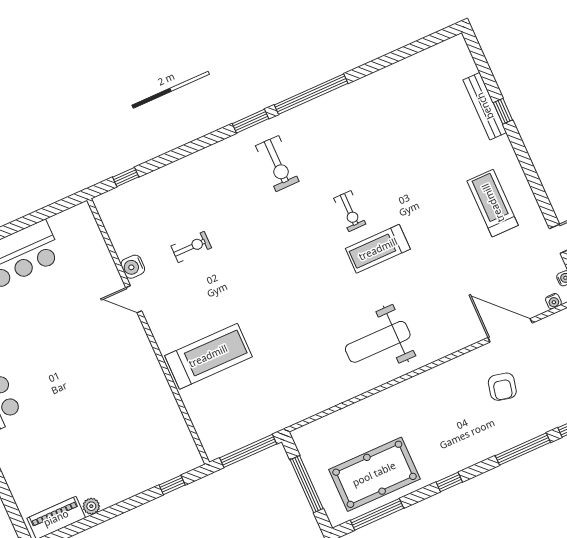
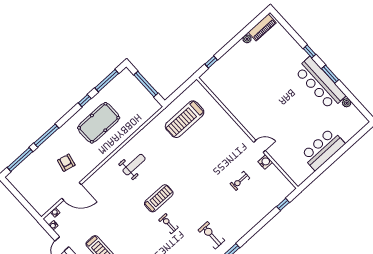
treadmill: (378, 249) -> (159, 198), moved
weight bench: (378, 342) -> (134, 165), width x0.73, depth x0.75
treadmill: (208, 356) -> (185, 119), moved
window: (248, 451) -> (180, 91), removed
pool table: (374, 474) -> (99, 123), moved
window: (449, 482) -> (85, 101), moved

